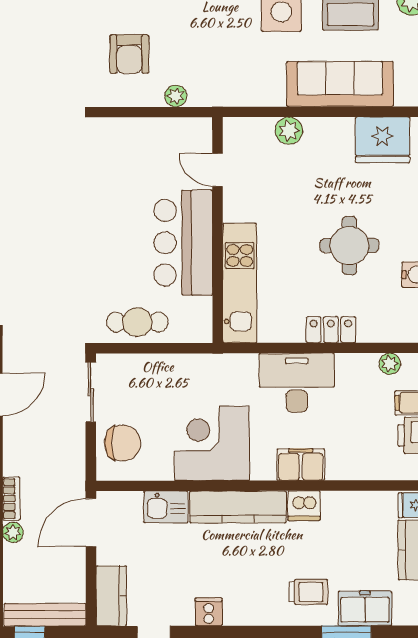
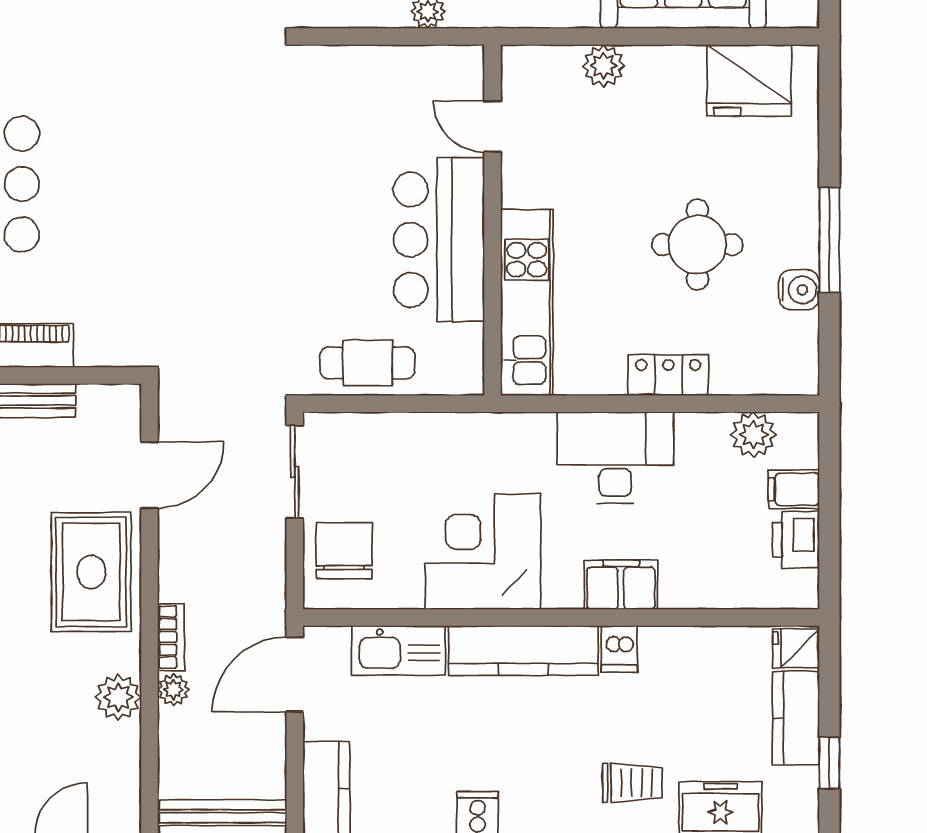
plant: (390, 364) -> (753, 435), width x1.38, depth x1.38
chair: (123, 443) -> (344, 551), turned -90
dishwasher: (304, 506) -> (619, 649), width x0.73
kitchen sink: (166, 507) -> (399, 650), width x1.38

